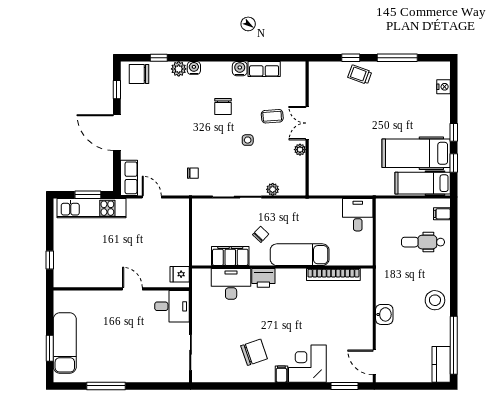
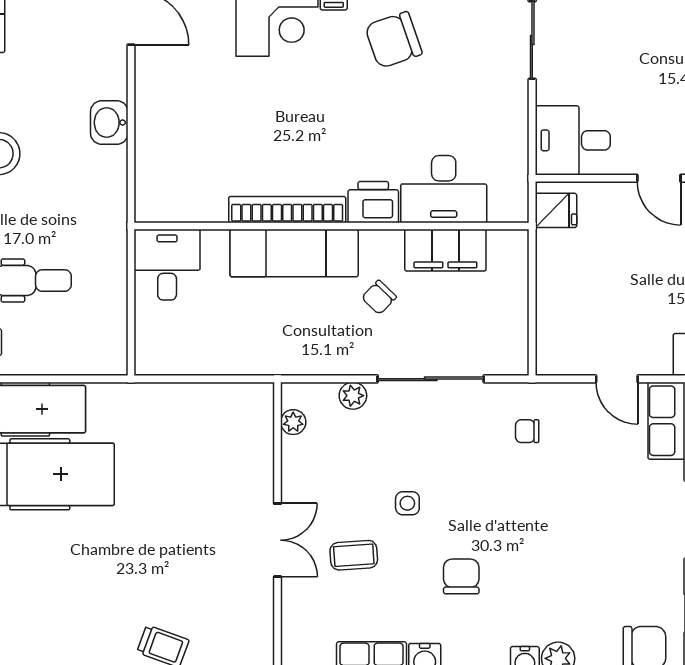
plant: (300, 150) -> (293, 422), moved
desk: (358, 215) -> (167, 265), moved, turned 180
bookcase: (333, 275) -> (287, 210), moved

